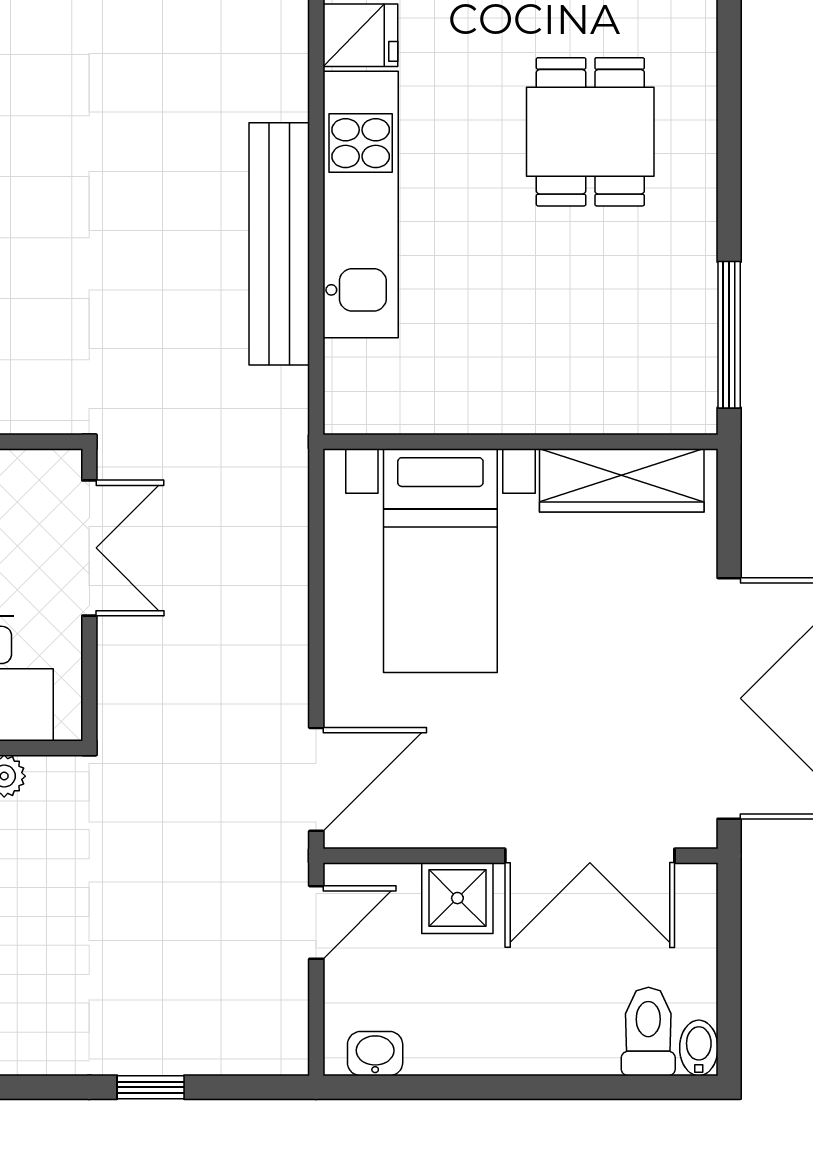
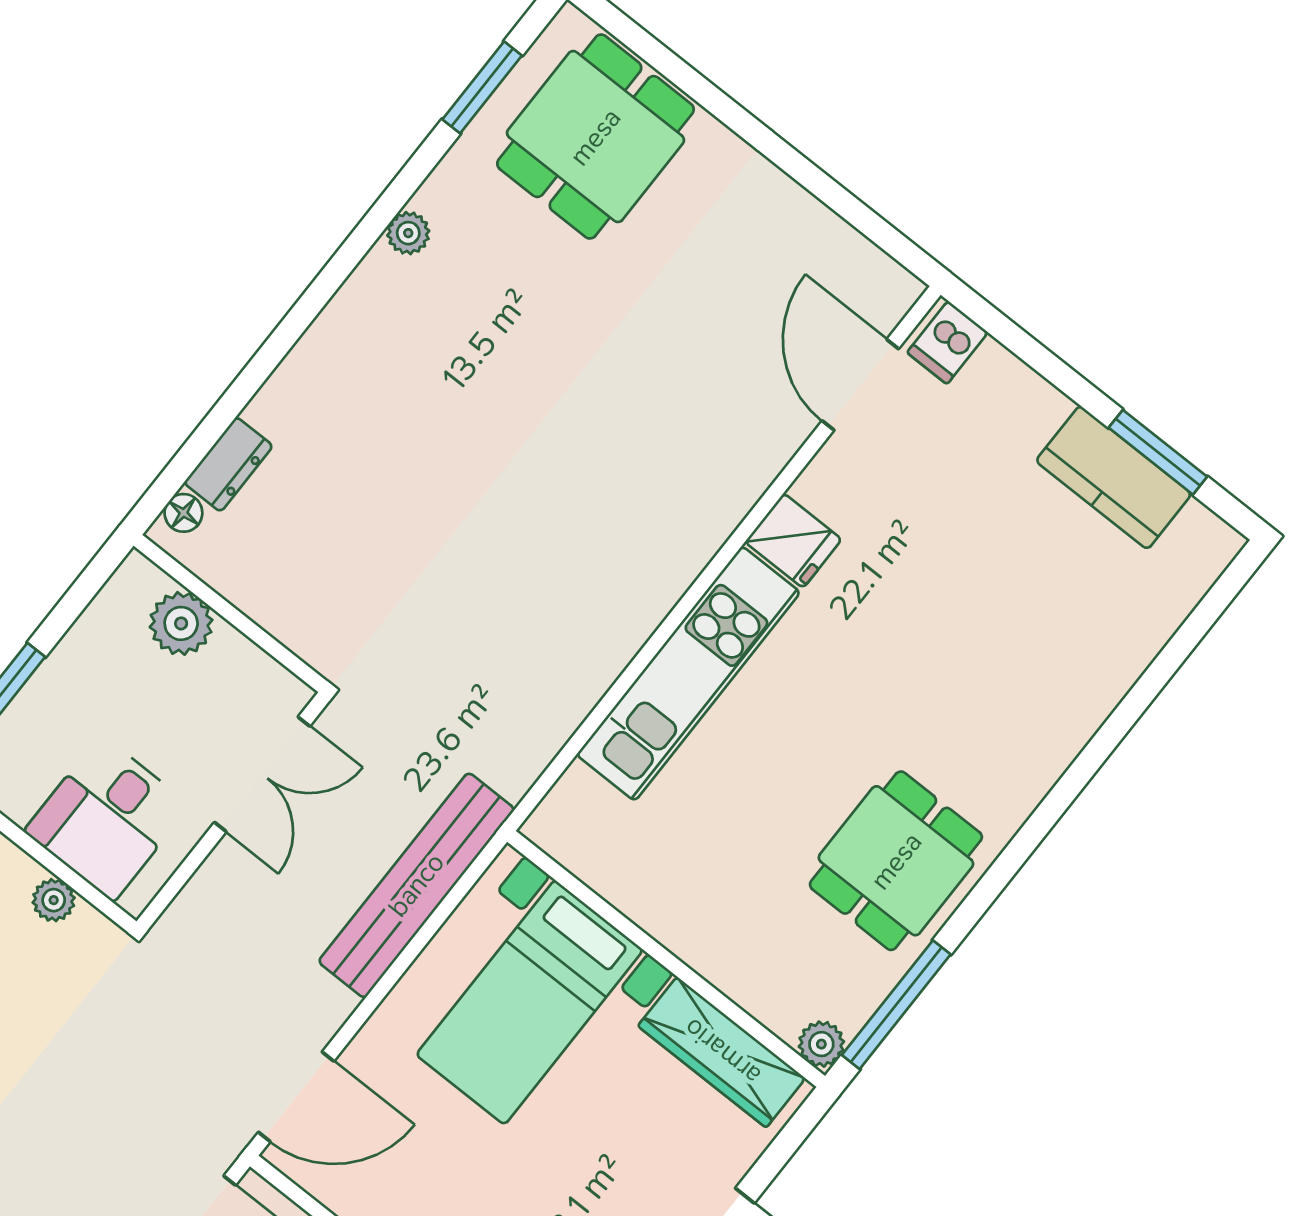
dining table: (590, 132) -> (896, 861), moved
bench: (279, 244) -> (416, 885), moved
plant: (695, 412) -> (821, 1044), added

